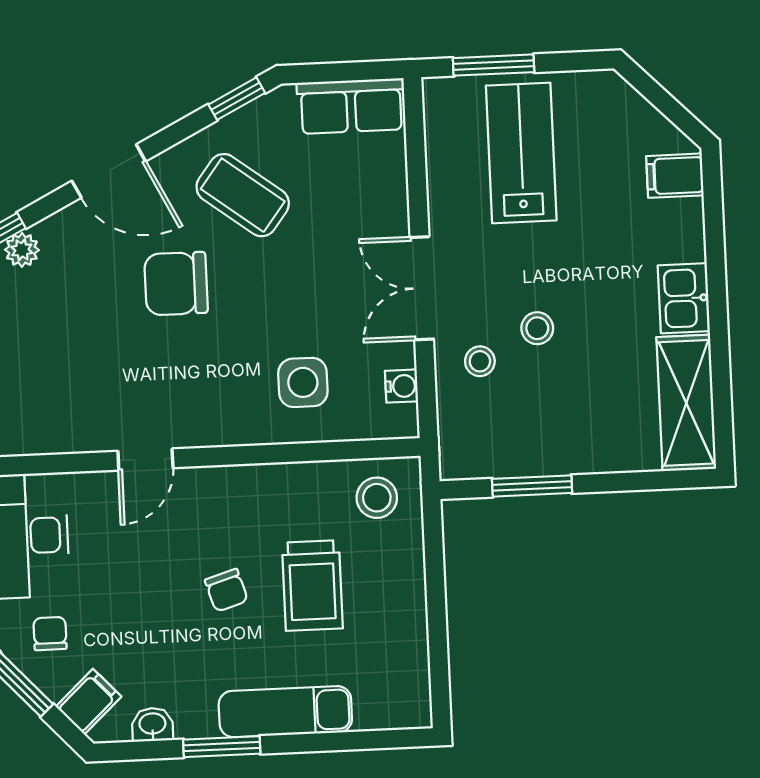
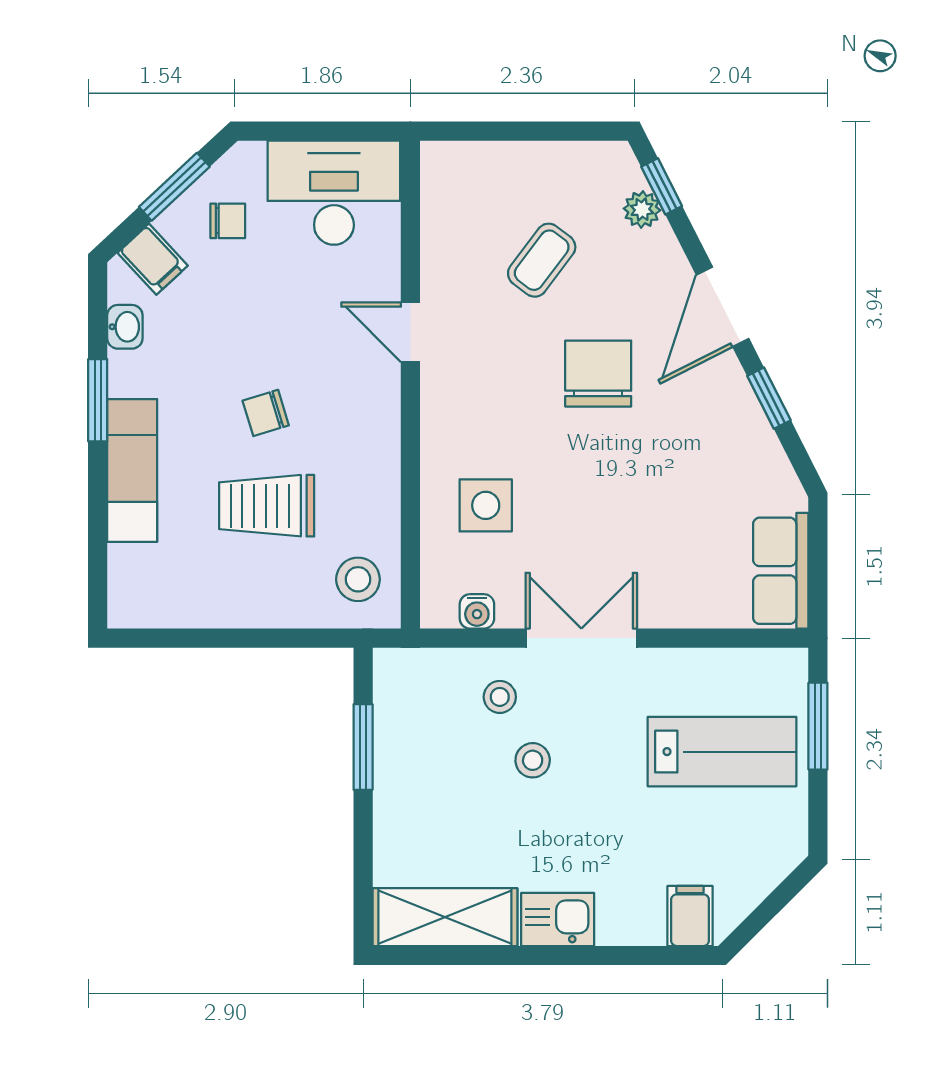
window: (237, 99) -> (769, 398), moved
coffee table: (243, 195) -> (542, 260), moved, width x0.73, depth x0.77

